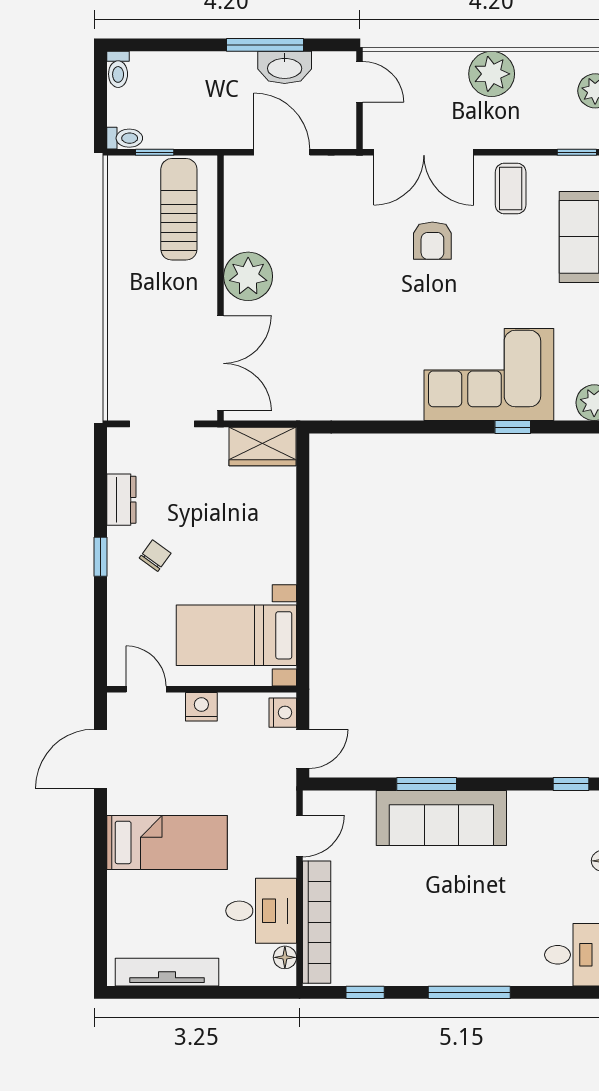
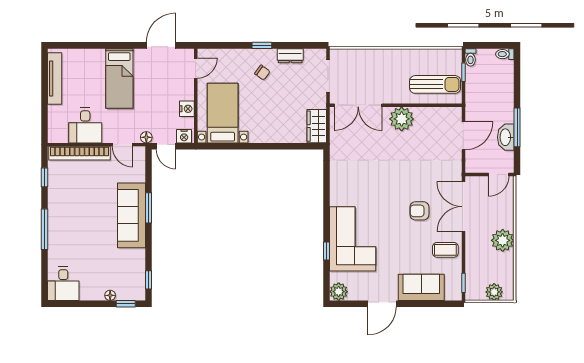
nightstand: (201, 707) -> (187, 109), moved
door: (101, 759) -> (161, 45), hinge flipped
floor lamp: (285, 957) -> (146, 137), moved

